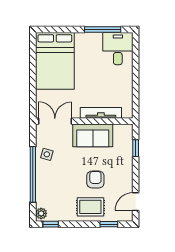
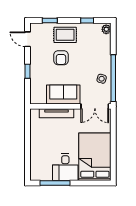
desk: (118, 49) -> (65, 167), moved
window: (136, 148) -> (27, 71), moved
window: (33, 174) -> (113, 78), moved
door: (136, 202) -> (27, 39), swing flipped
window: (51, 224) -> (87, 21), moved

